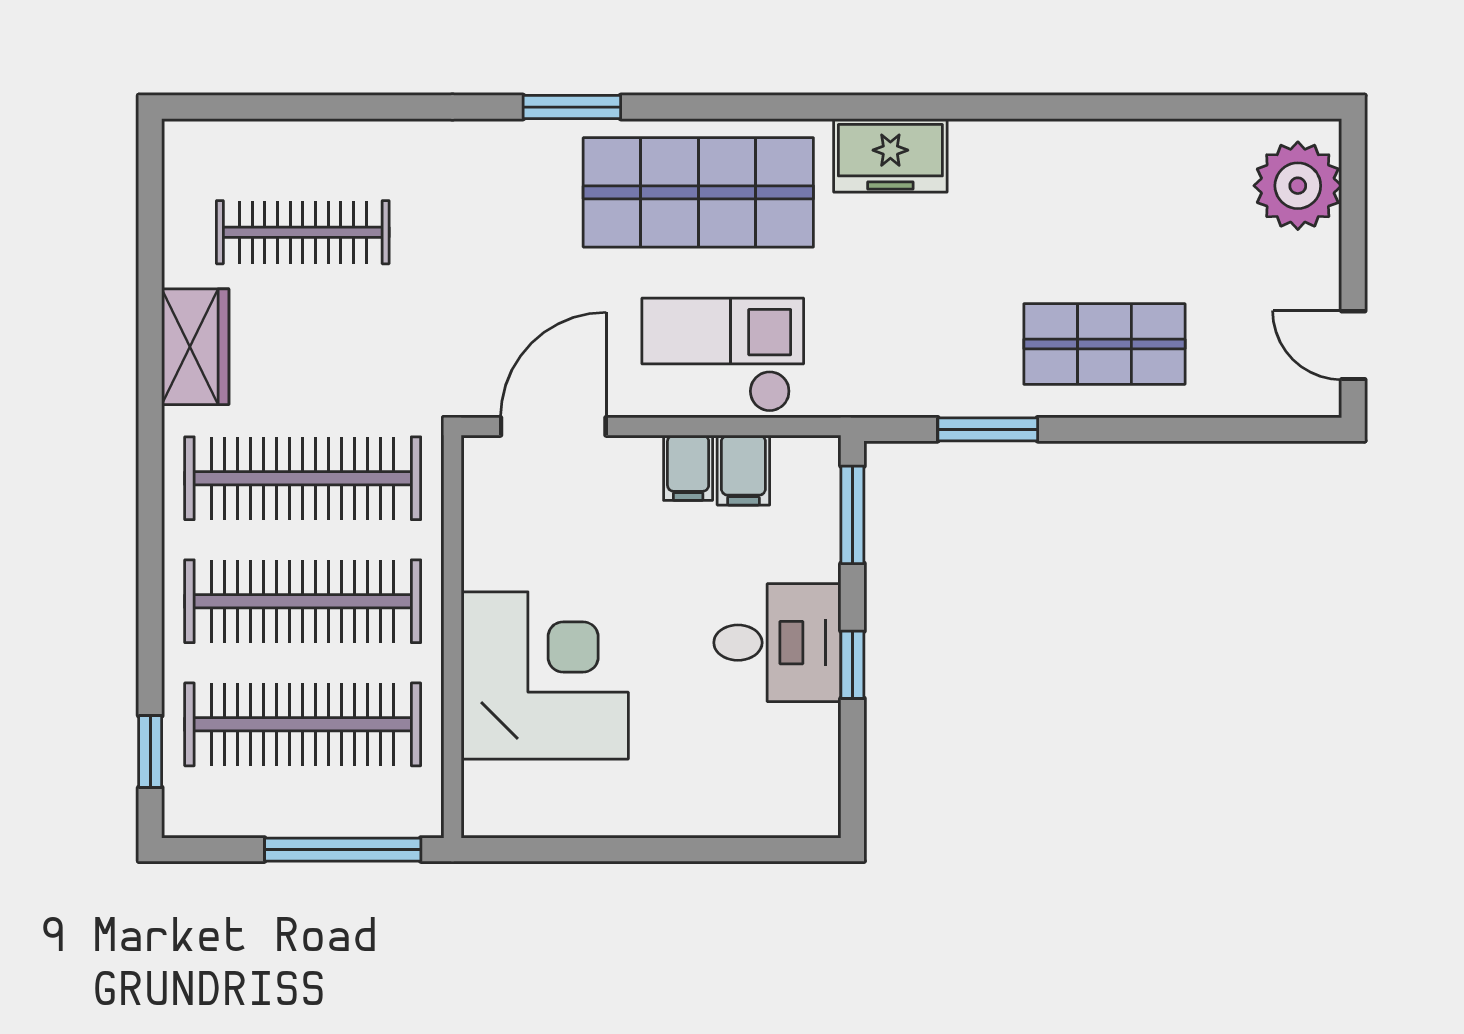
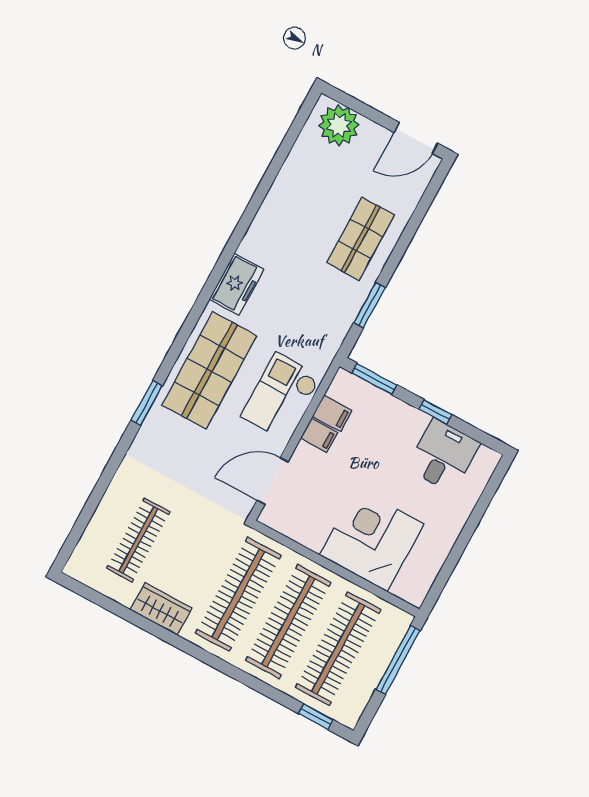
door: (1353, 345) -> (416, 138), width x1.38
door: (553, 426) -> (272, 481), hinge flipped
desk: (777, 643) -> (443, 456), moved

